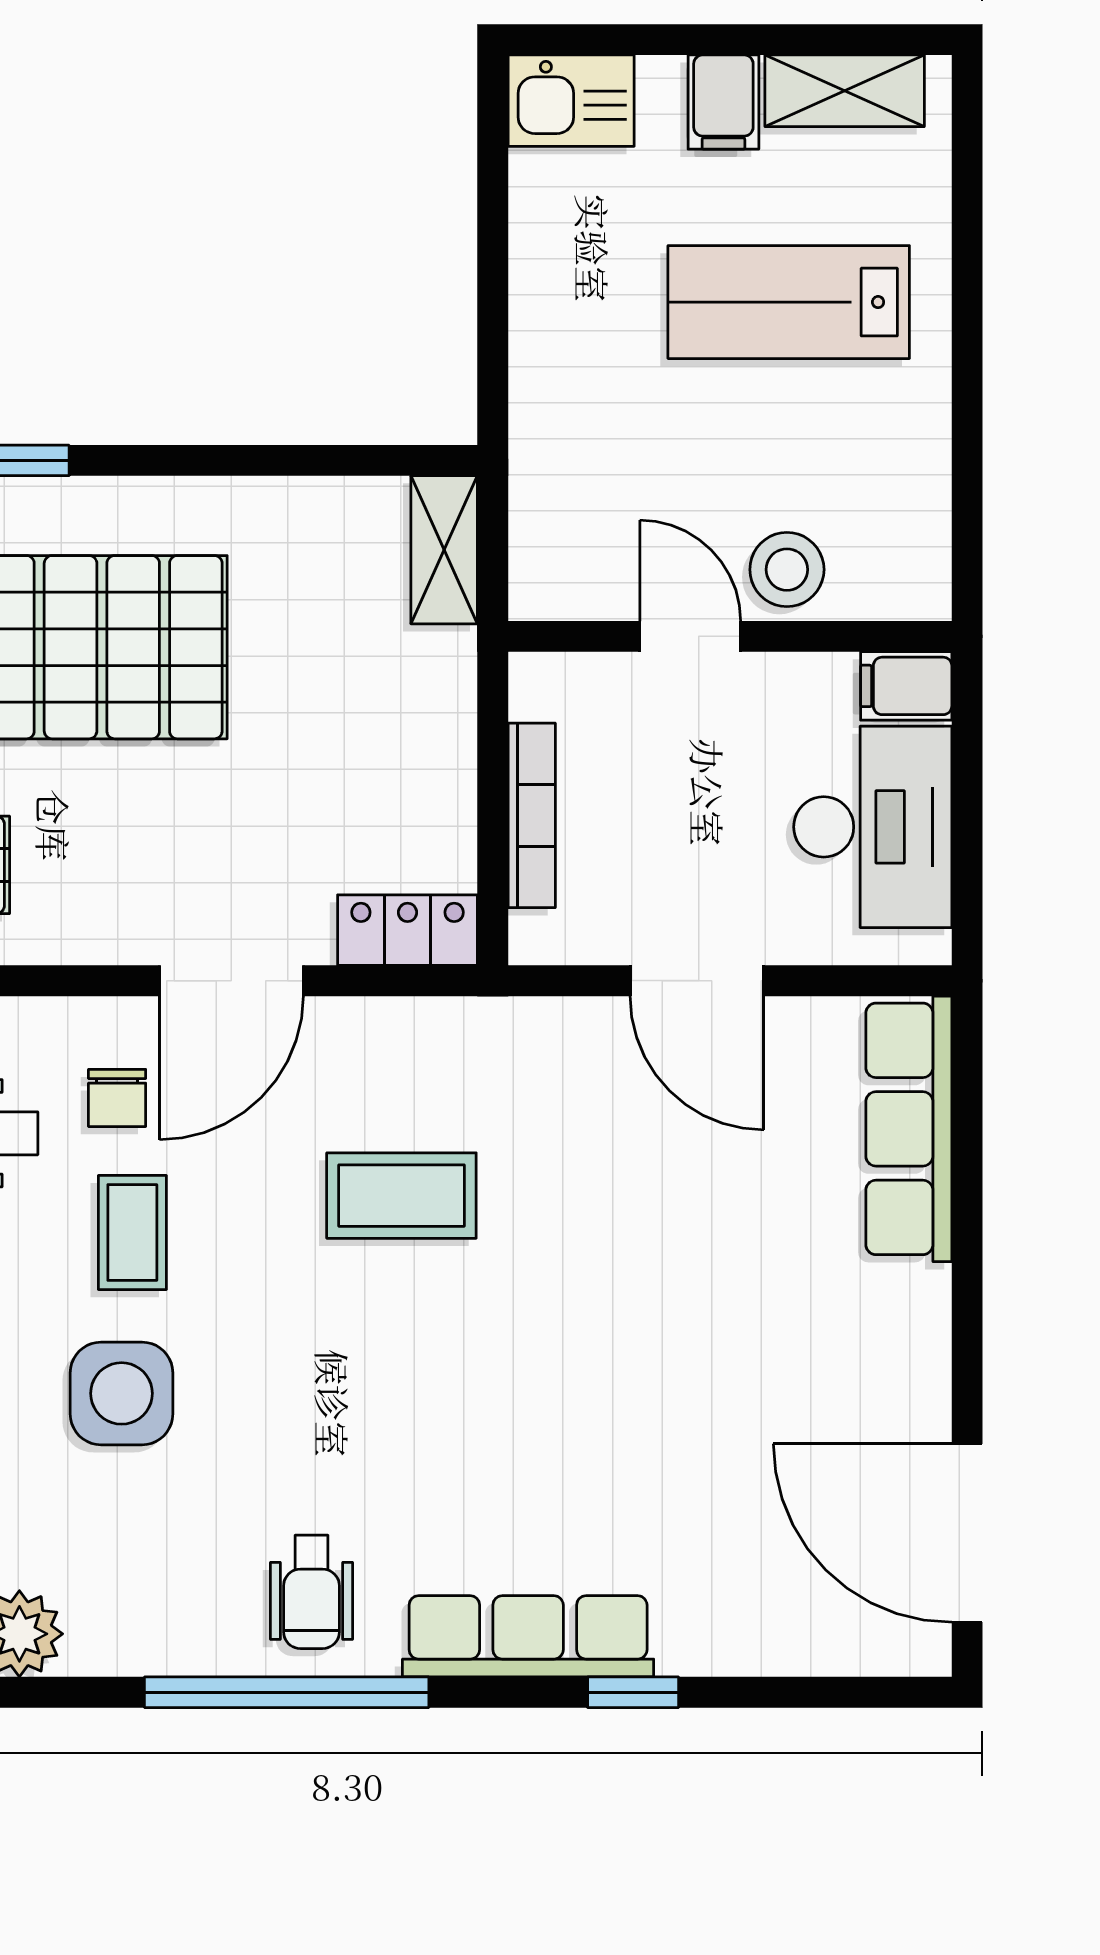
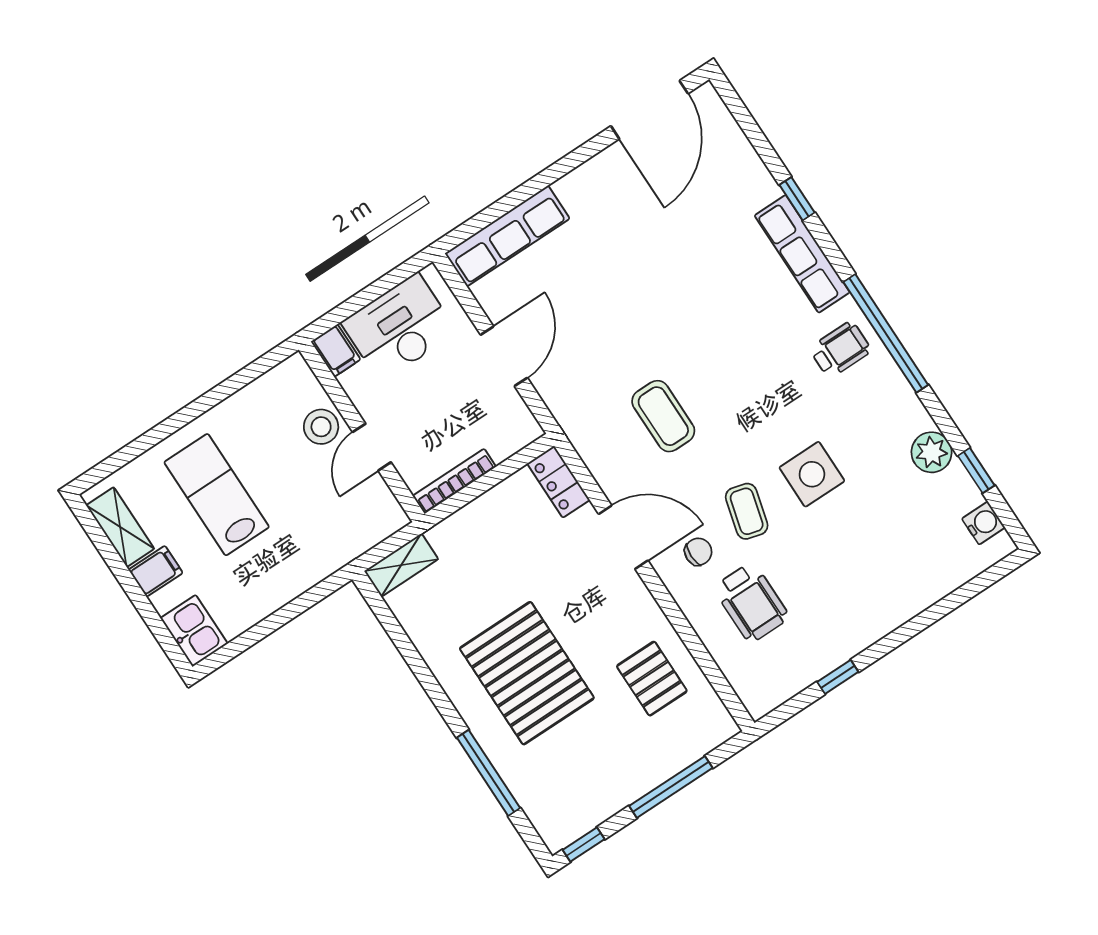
lab bench: (789, 302) -> (217, 495), turned 180
bookcase: (532, 815) -> (454, 481), moved
coffee table: (132, 1232) -> (747, 511), turned -75

